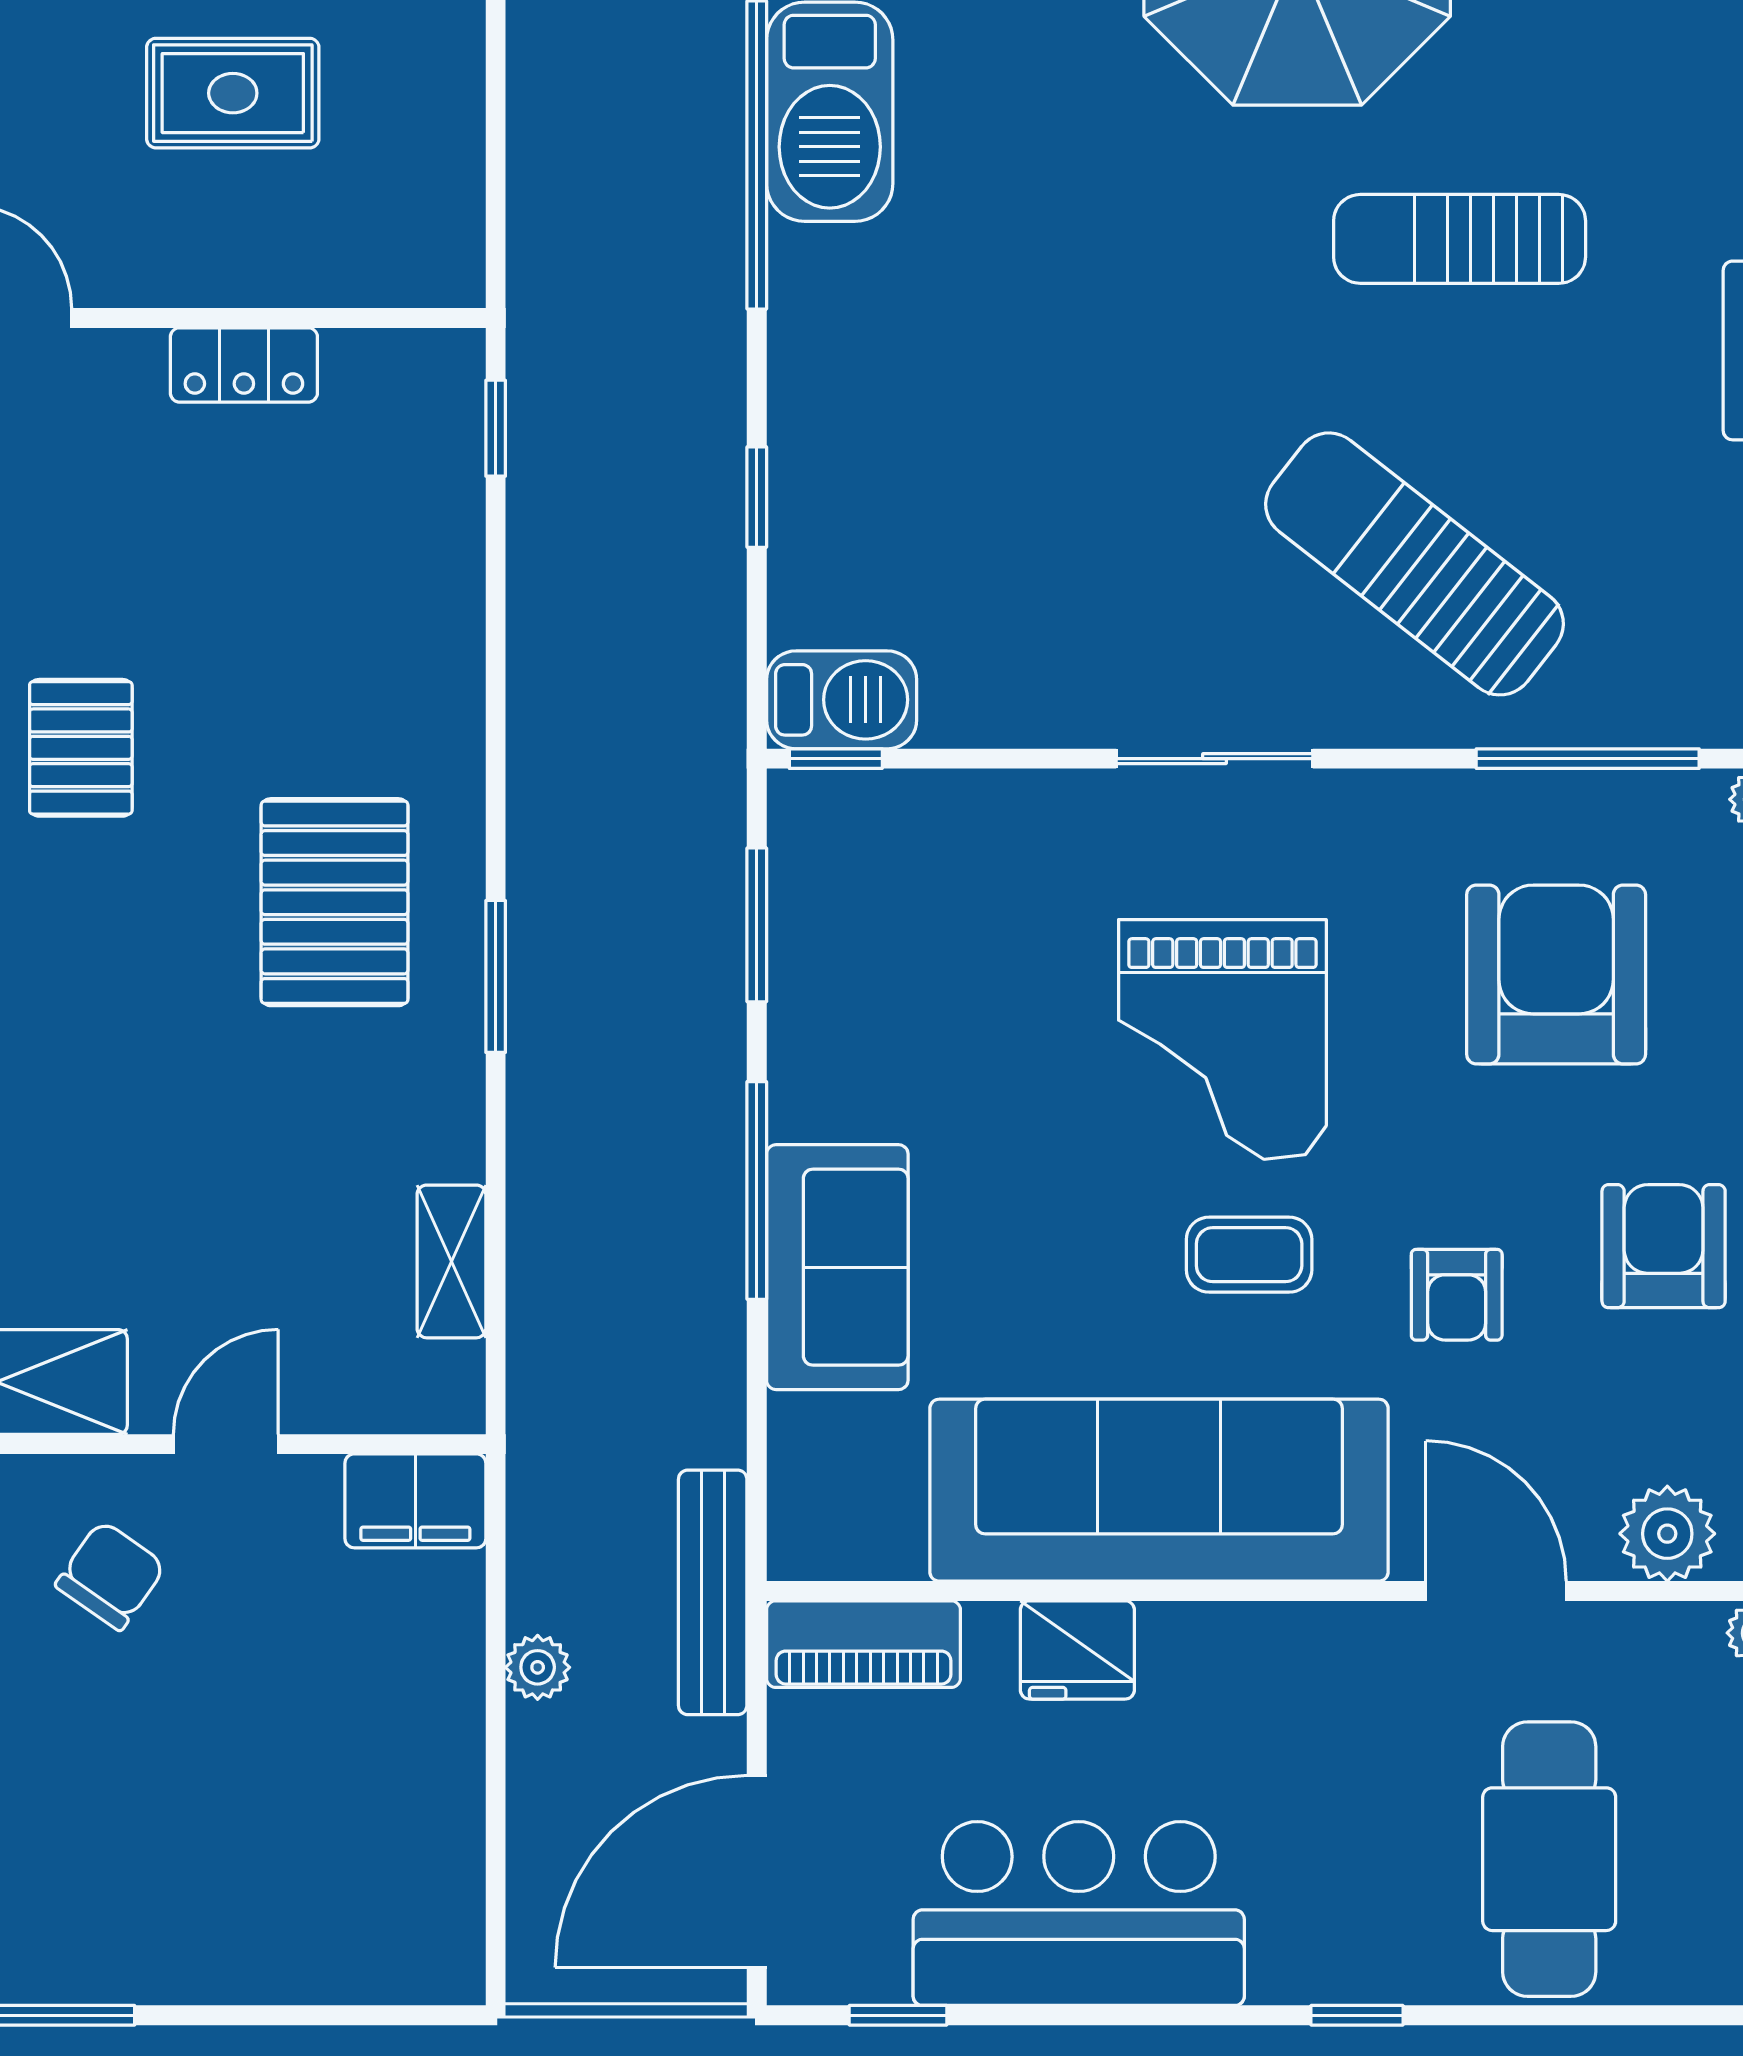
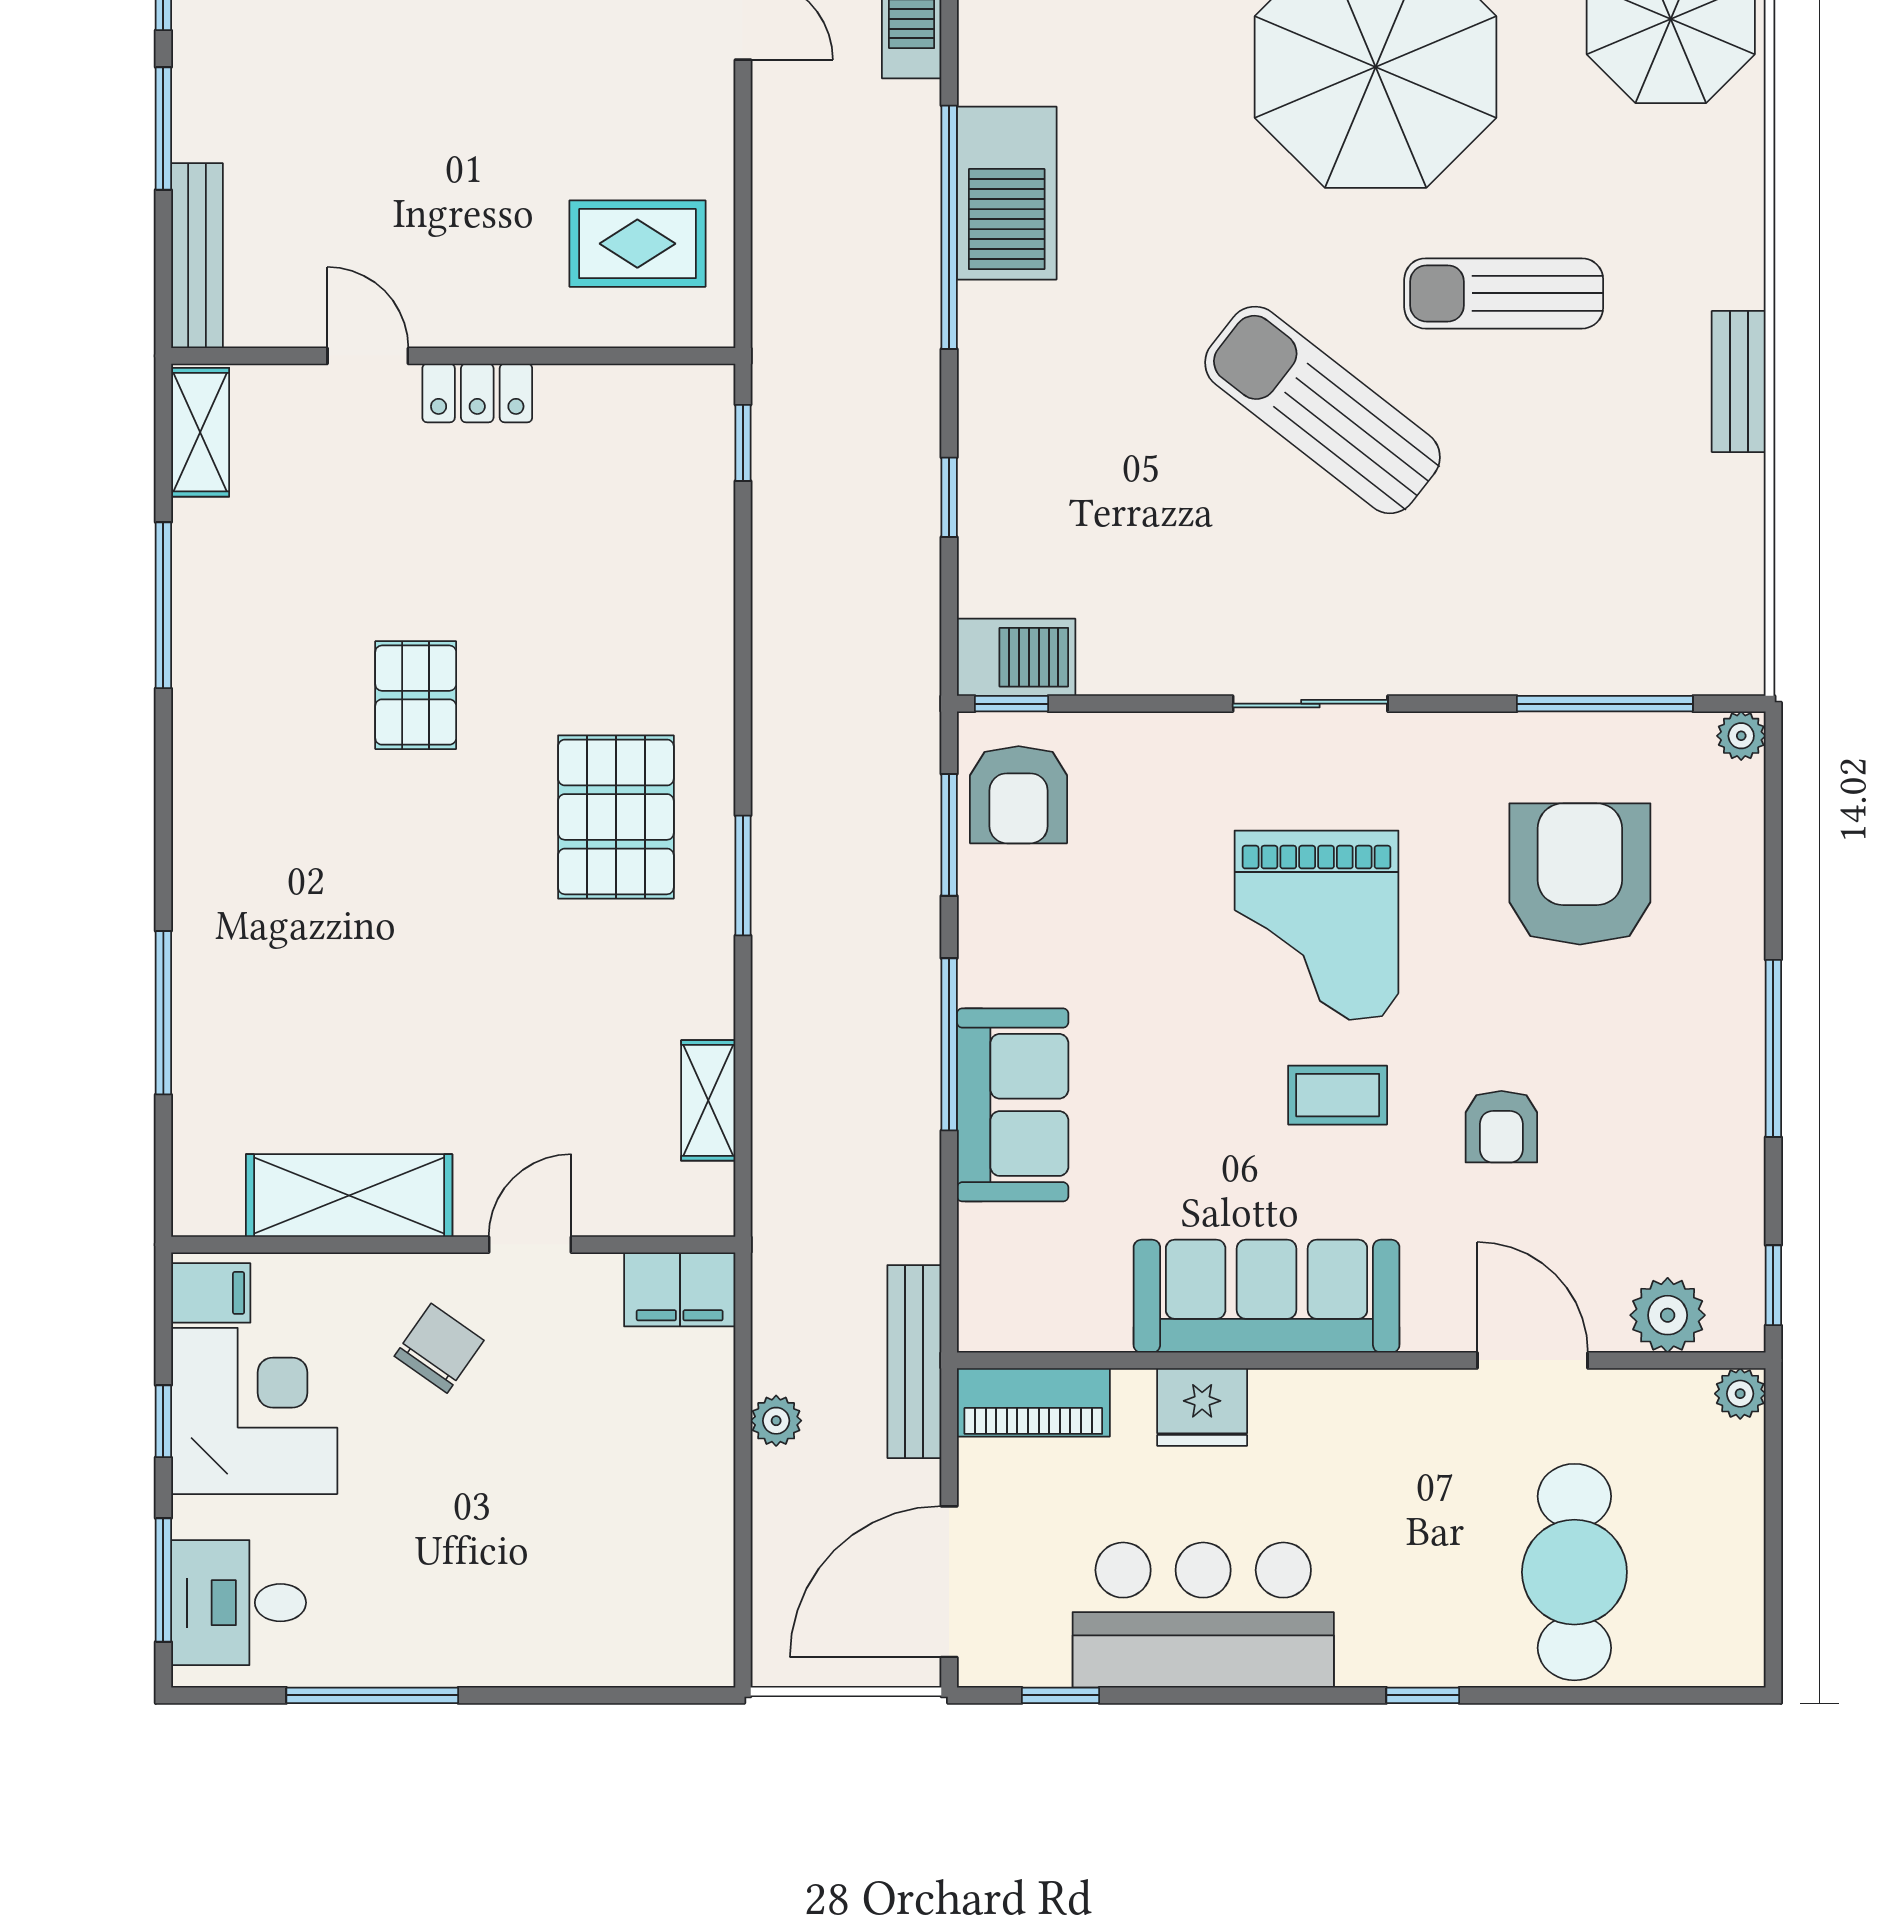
rug: (233, 93) -> (637, 244), moved
locker: (244, 365) -> (477, 393), moved
sun lounger: (1415, 564) -> (1322, 410), moved
armchair: (1664, 1246) -> (1019, 795), moved, turned 180
sofa: (1159, 1490) -> (1267, 1296), width x0.74, depth x0.79

